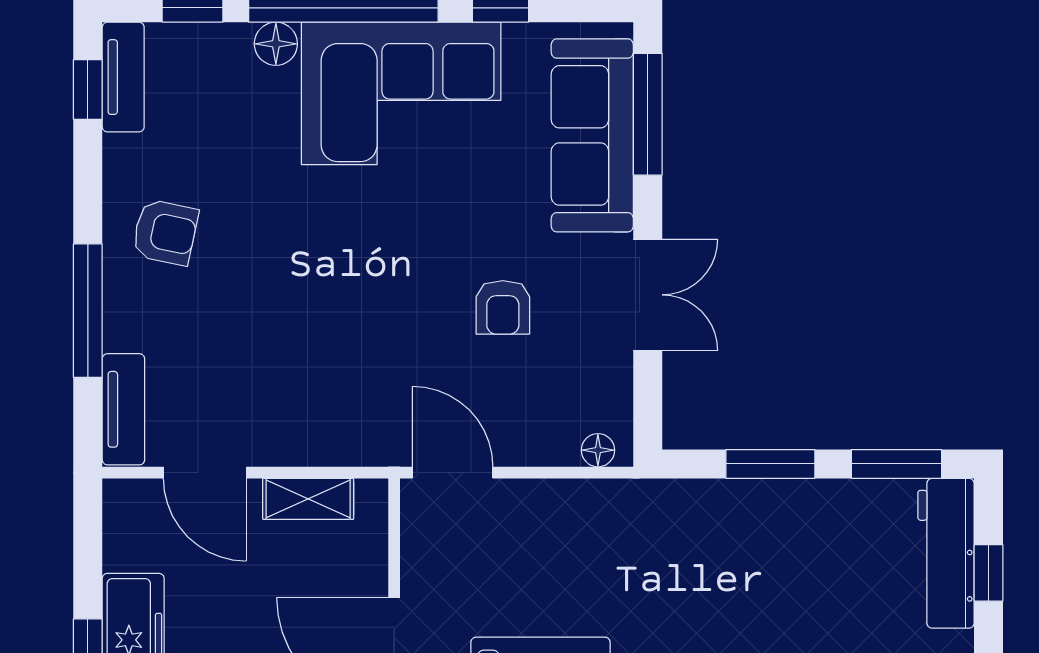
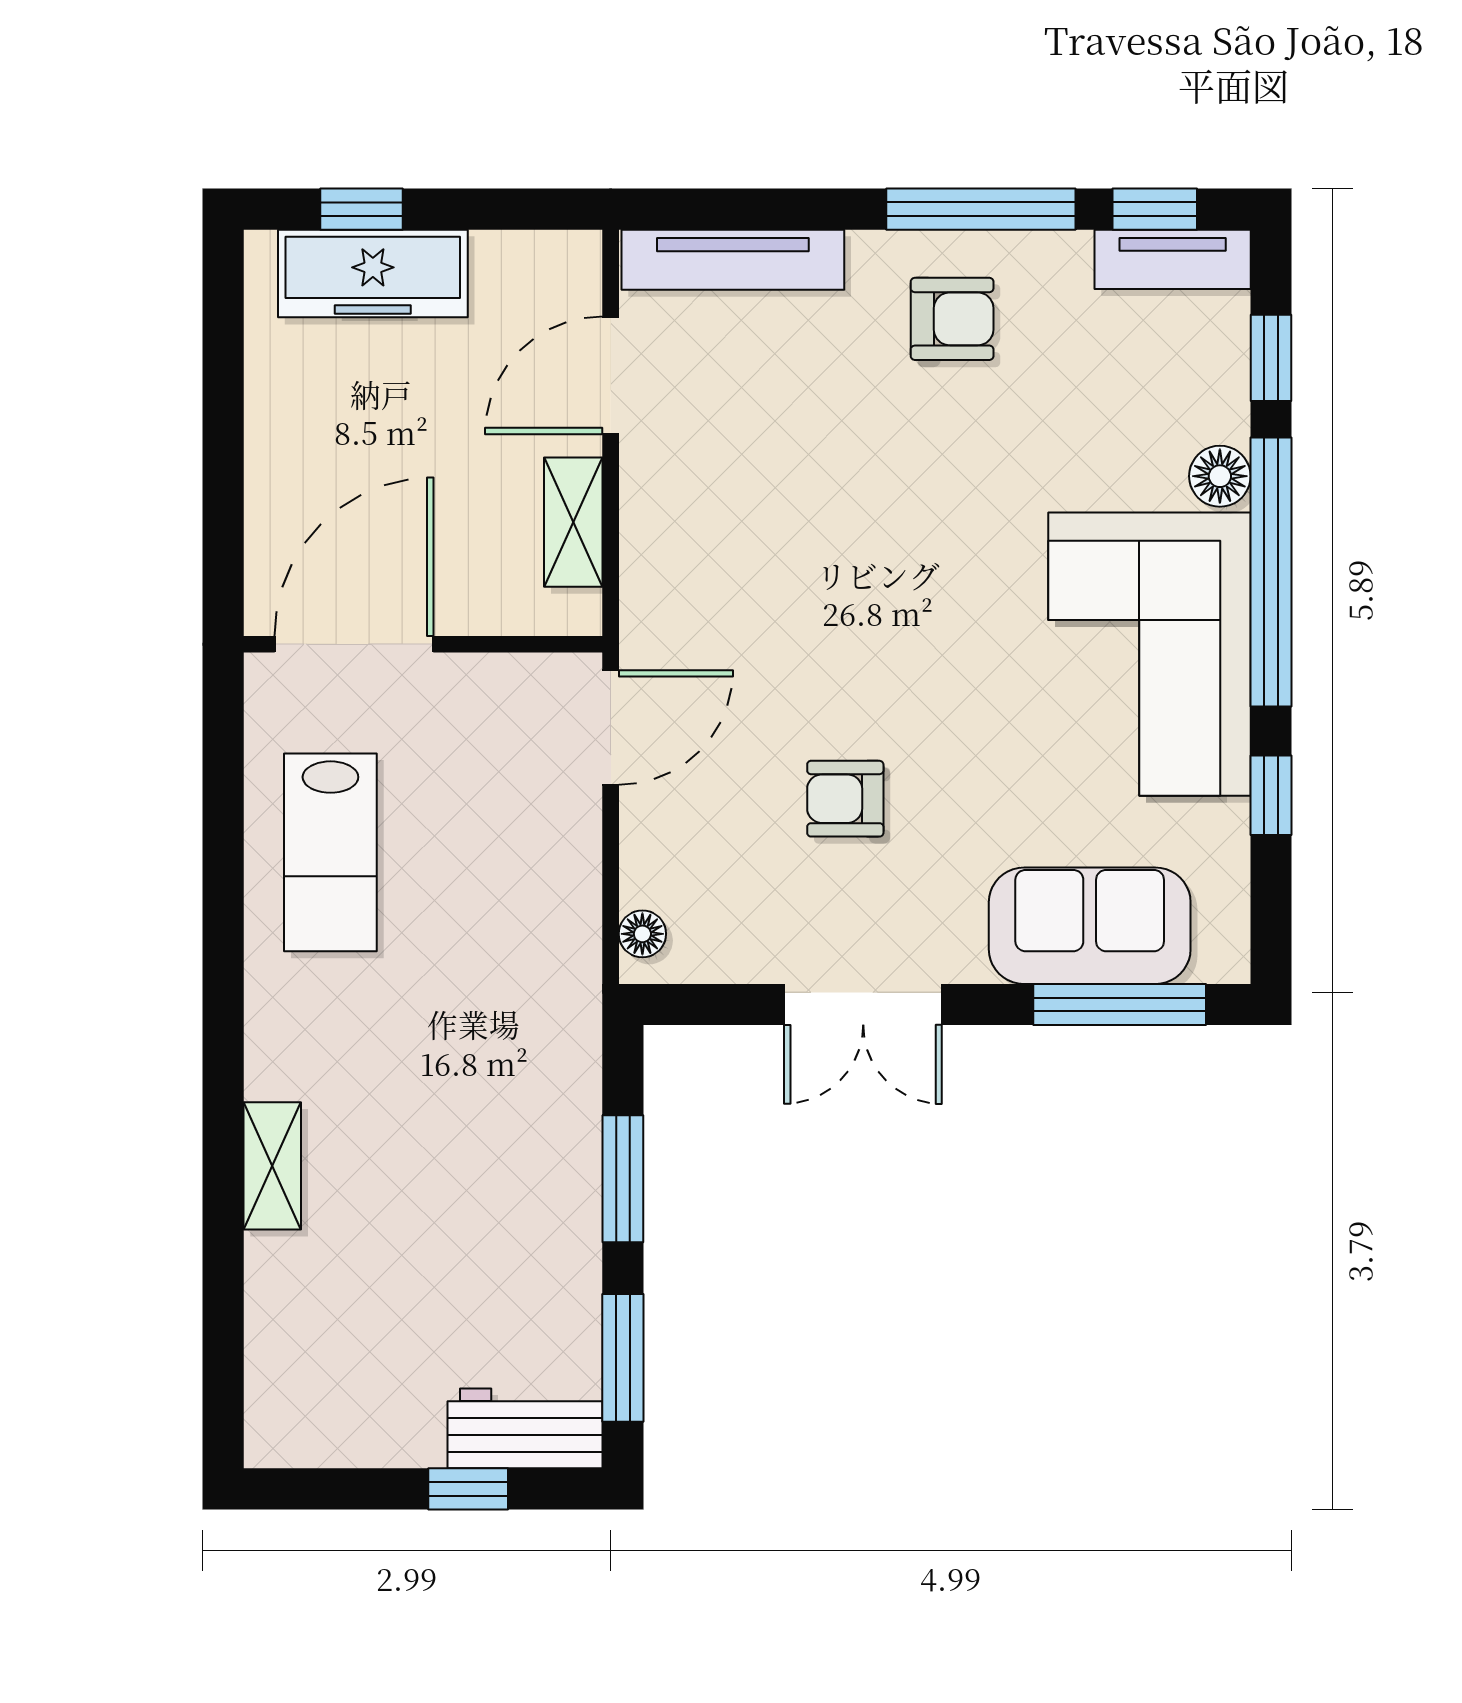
sofa: (592, 135) -> (1090, 926), width x0.73
armchair: (165, 232) -> (952, 319), turned -102
window: (88, 311) -> (981, 209), moved
tv unit: (123, 409) -> (733, 260), width x1.41
workbench: (946, 553) -> (525, 1428), width x0.73

